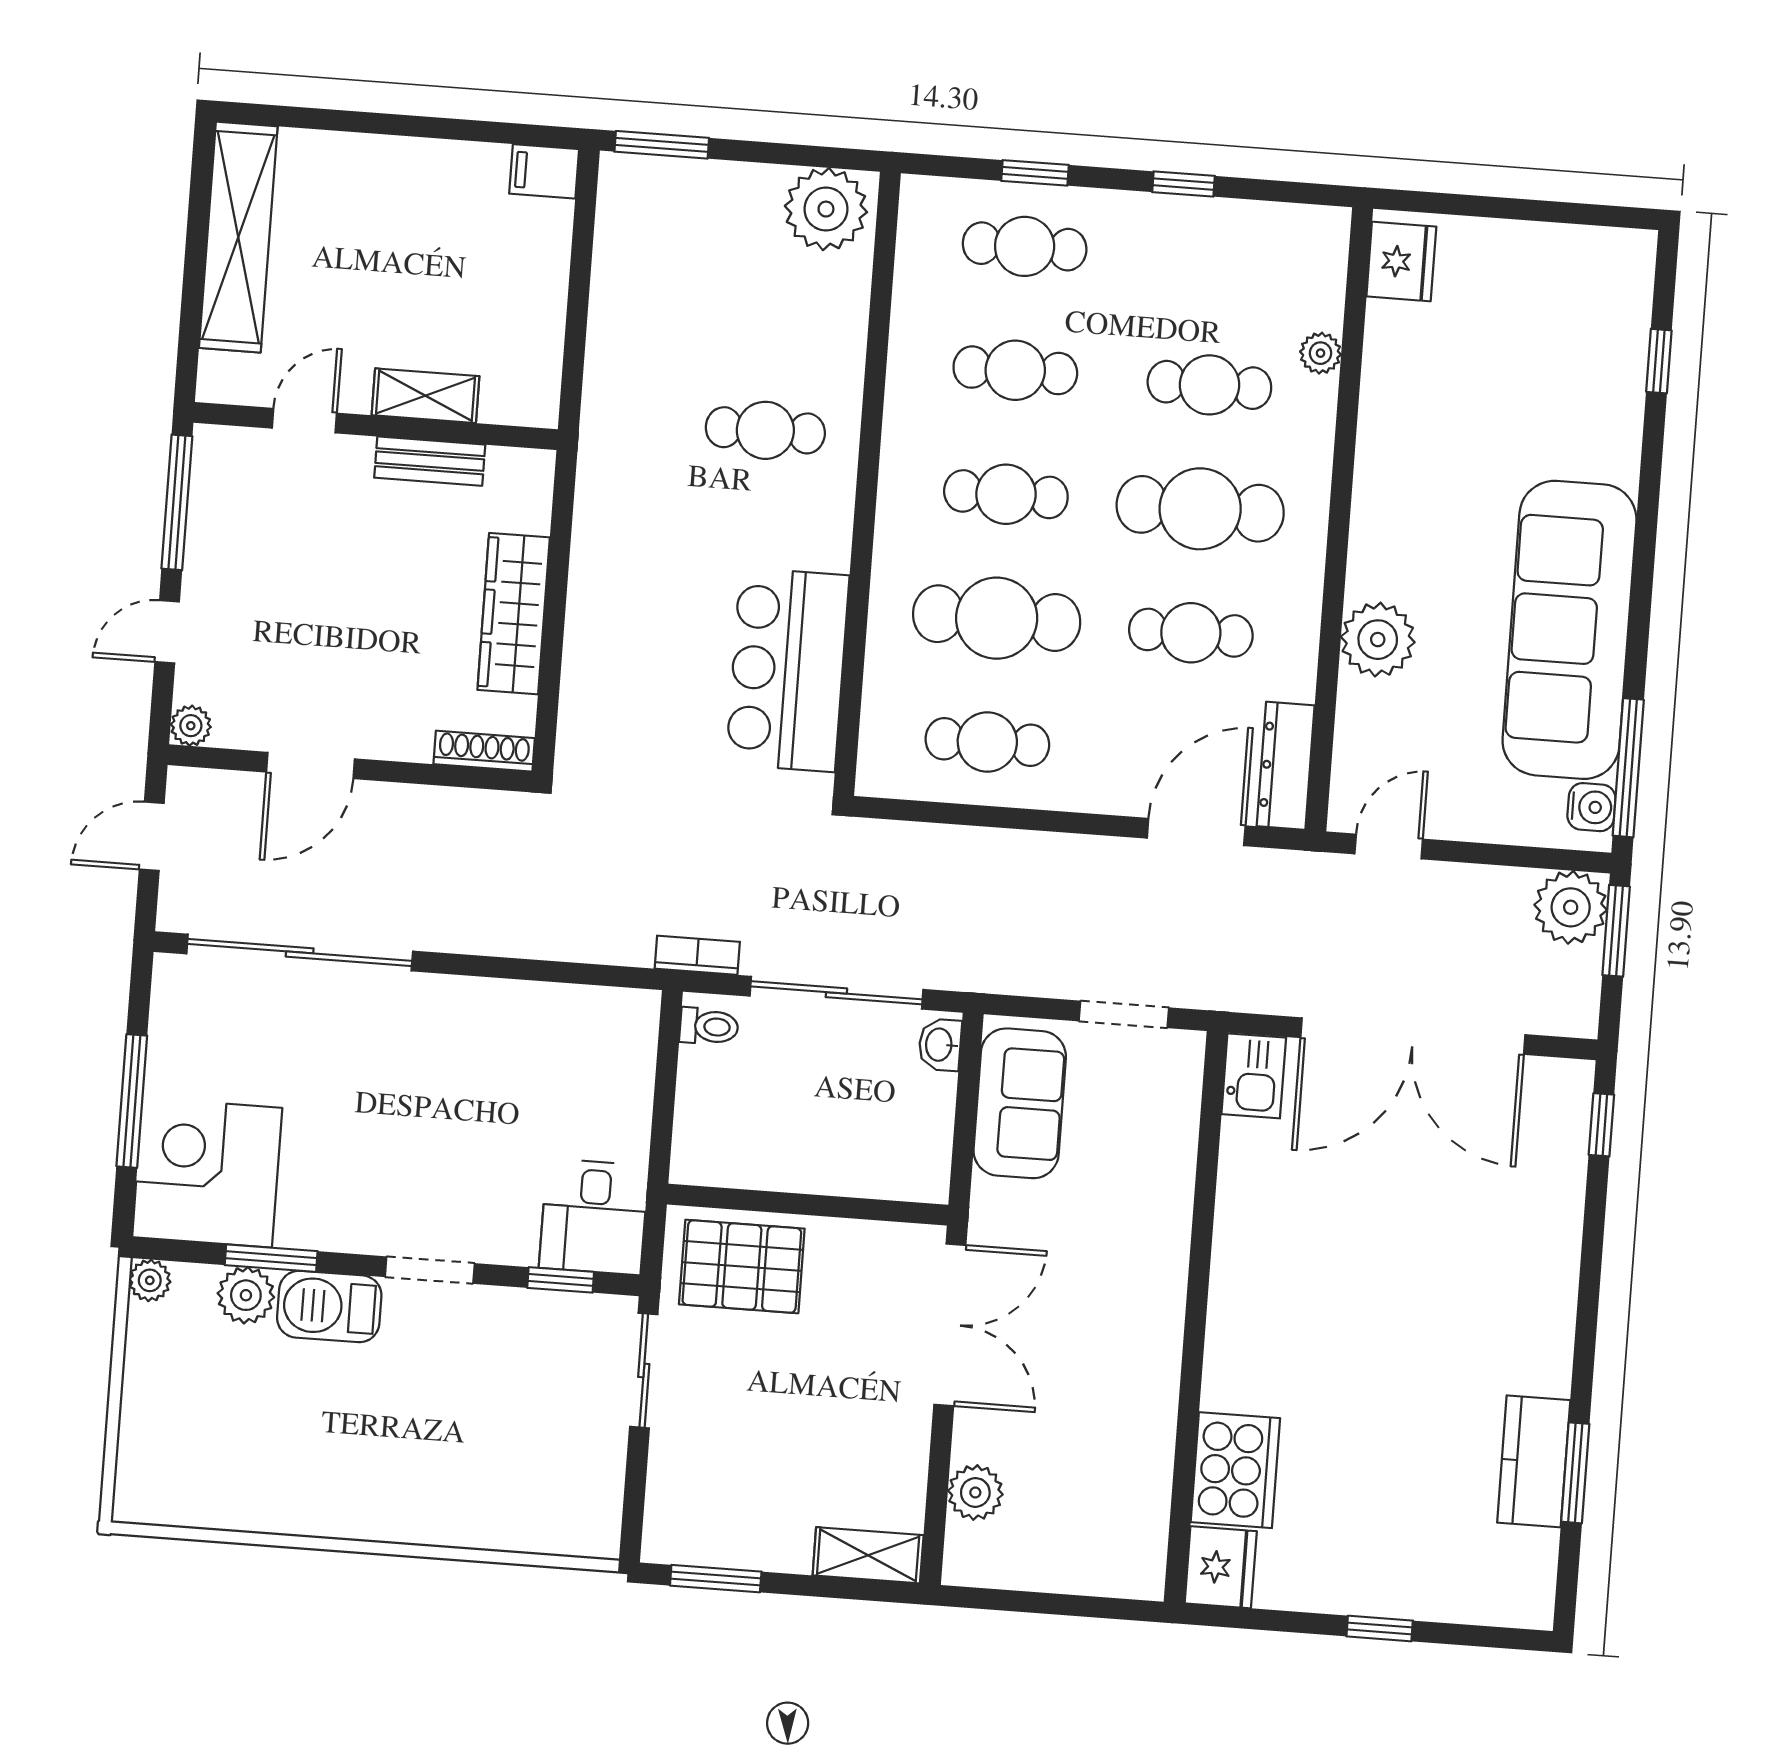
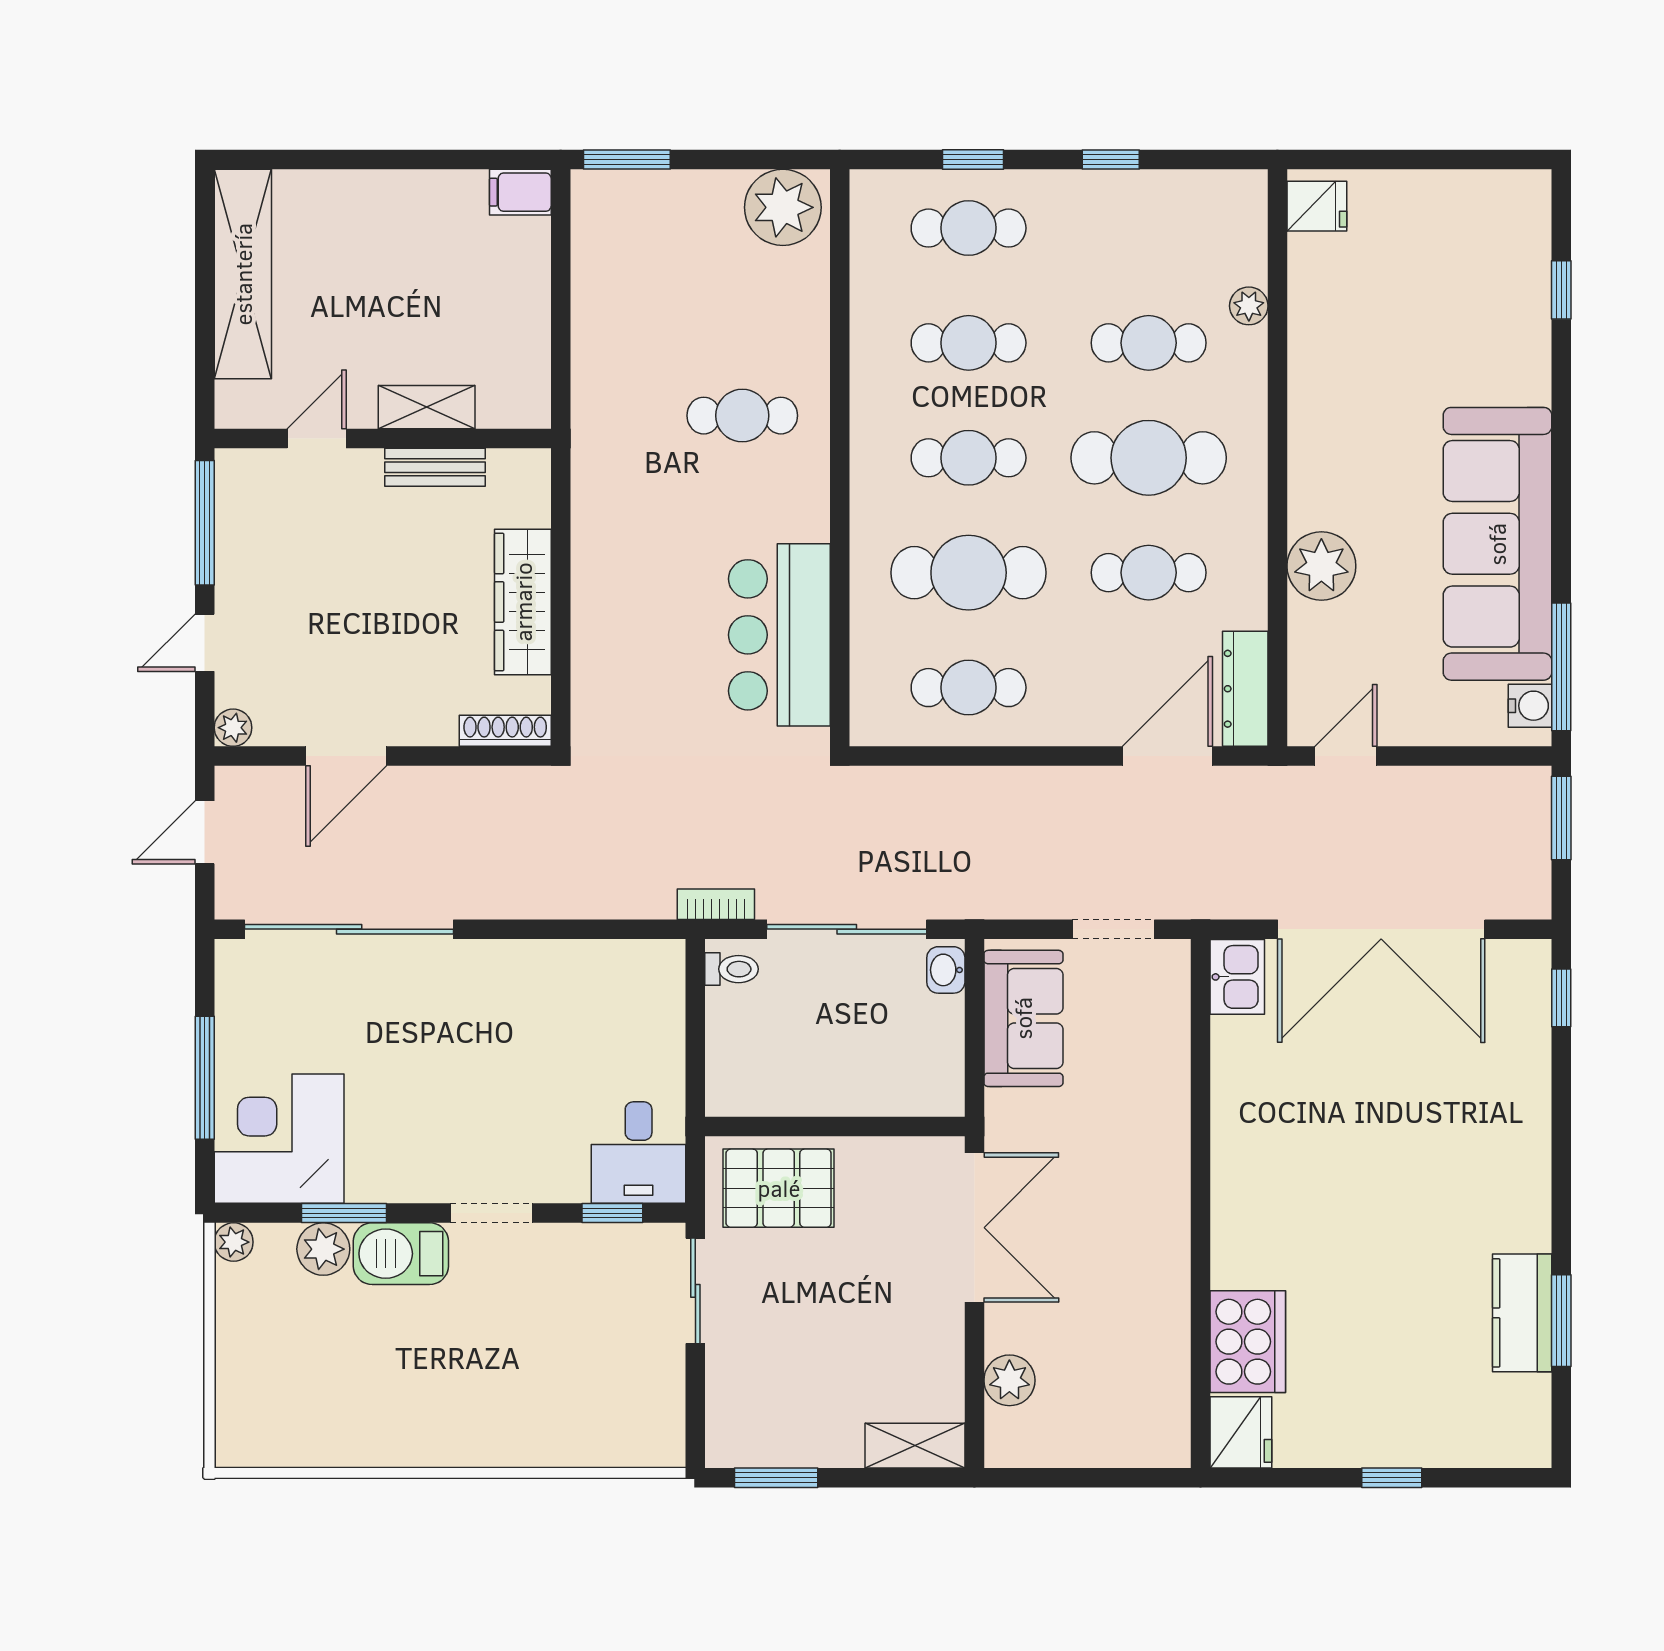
fridge: (1401, 262) -> (1317, 206), width x0.72
plant: (1571, 907) -> (1518, 800), removed

